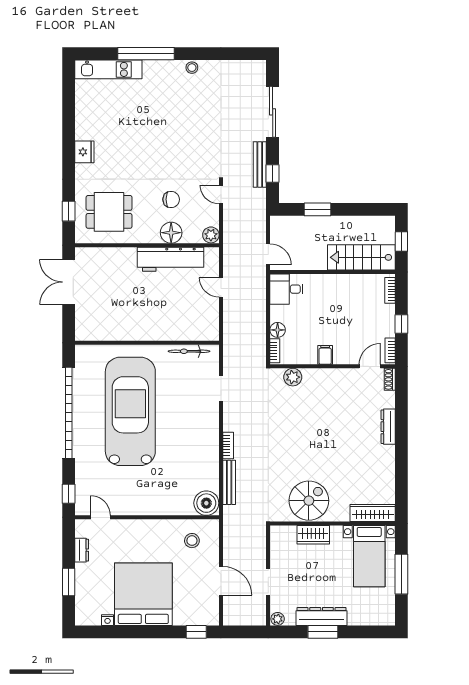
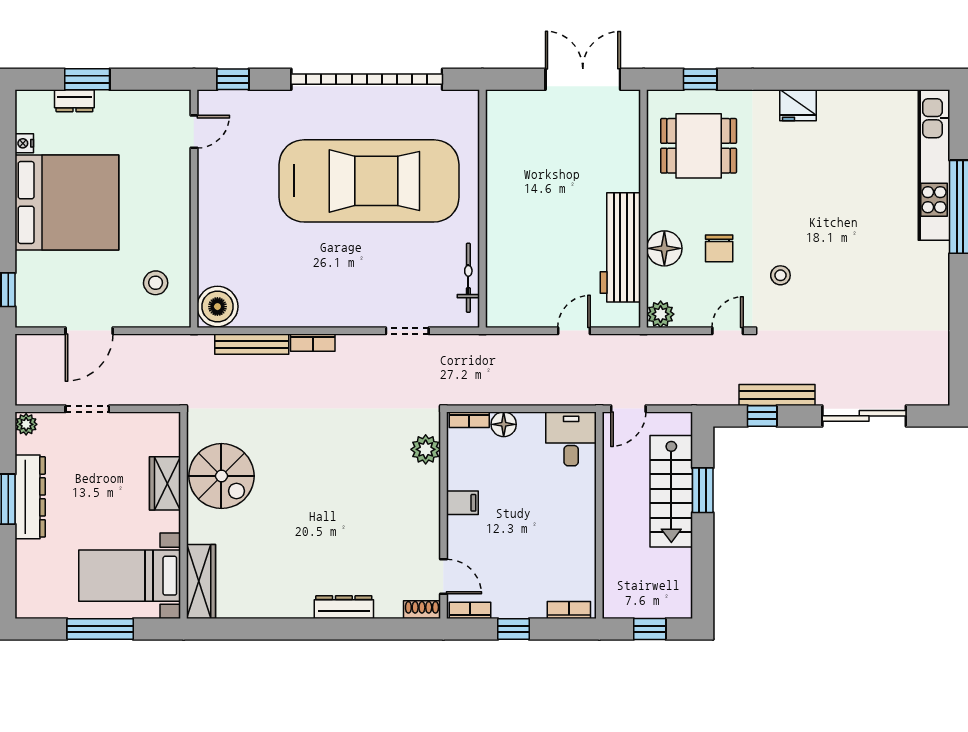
stool: (192, 68) -> (780, 275), moved
kitchen unit: (108, 69) -> (934, 165), width x1.36
dining table: (109, 212) -> (699, 146), turned 90
stairs: (361, 257) -> (671, 491), moved, turned 180
dresser: (82, 550) -> (74, 101), moved

